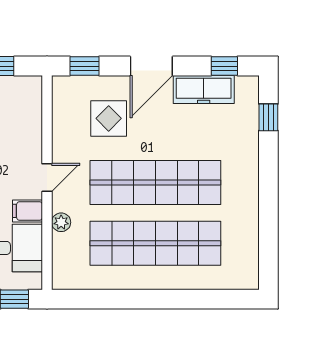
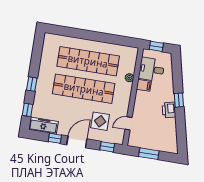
window: (224, 66) -> (55, 138), moved
freezer: (204, 89) -> (43, 125), moved
window: (268, 174) -> (32, 84), added
door: (47, 178) -> (128, 123), moved

